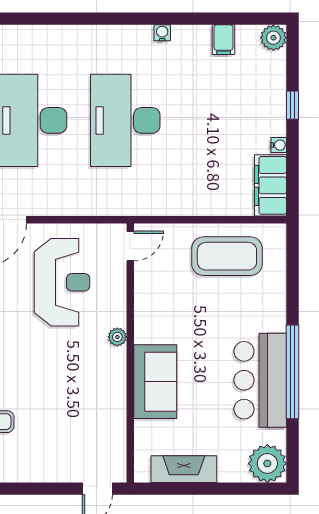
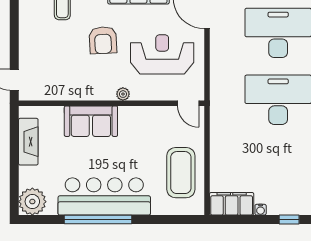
reception desk: (62, 282) -> (162, 54), turned 180
armchair: (42, 365) -> (103, 40), added
bar counter: (260, 380) -> (104, 196), width x1.36

